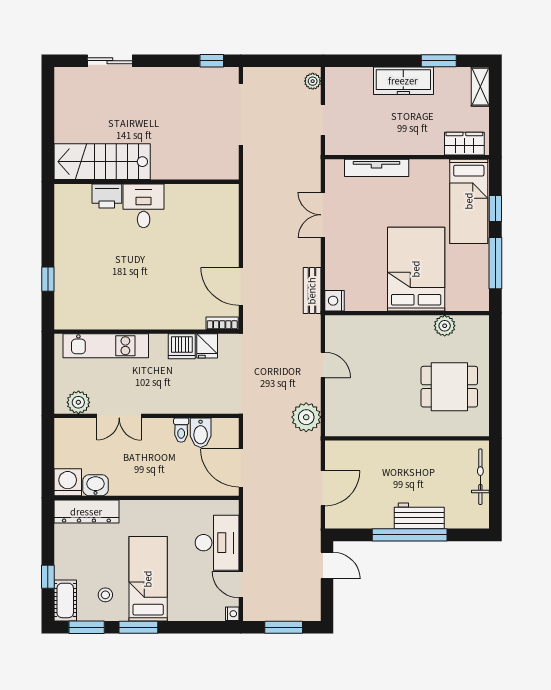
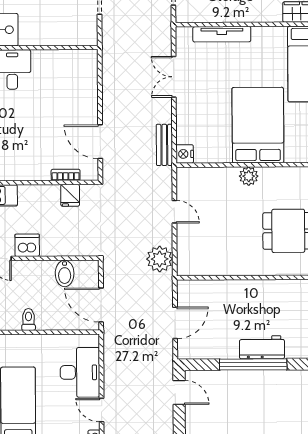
bookcase: (222, 323) -> (66, 175), moved
plant: (445, 326) -> (249, 176), moved
dishwasher: (182, 346) -> (27, 245), moved, turned 180
toilet: (181, 430) -> (29, 319), moved, turned 180

